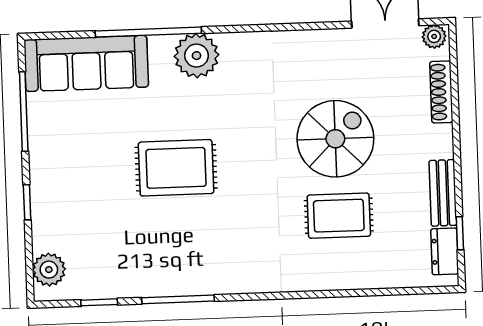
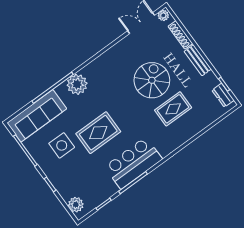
side table: (95, 146) -> (62, 145), added
bench: (443, 193) -> (198, 60), moved
bar counter: (202, 265) -> (133, 163), added

